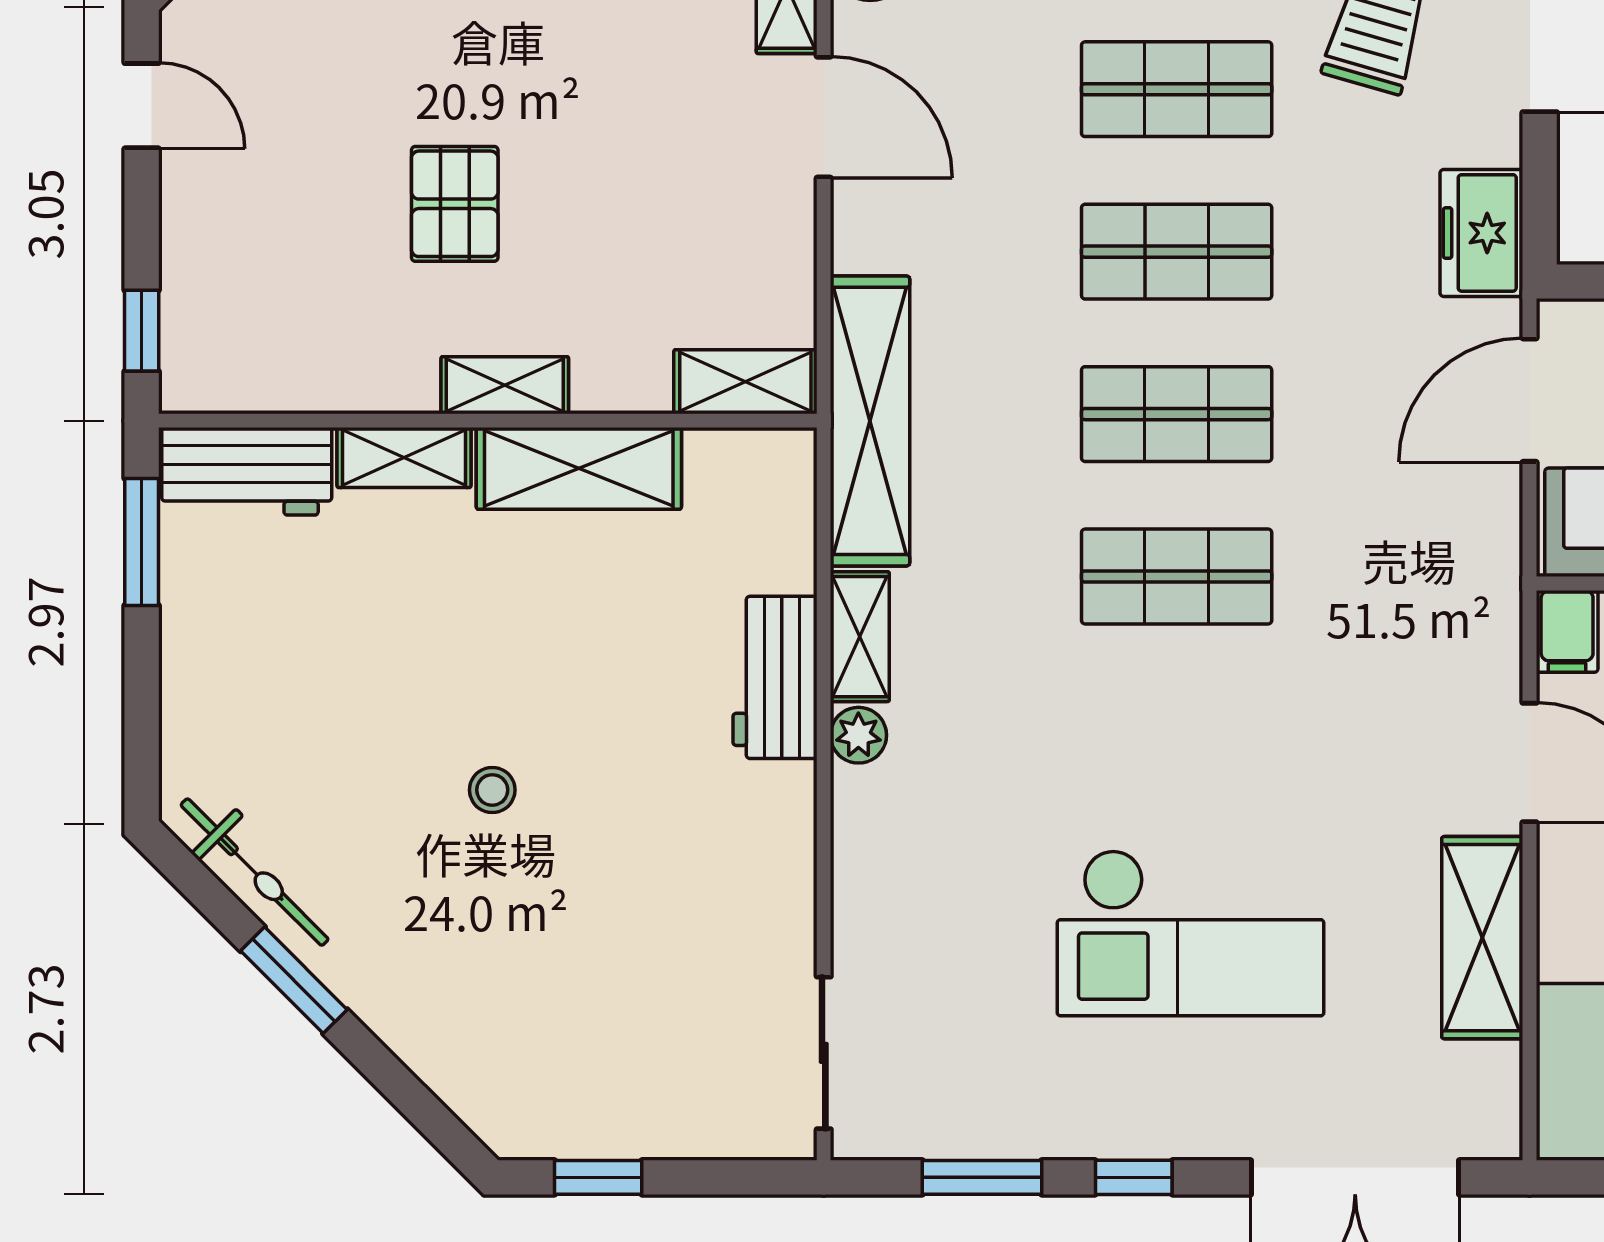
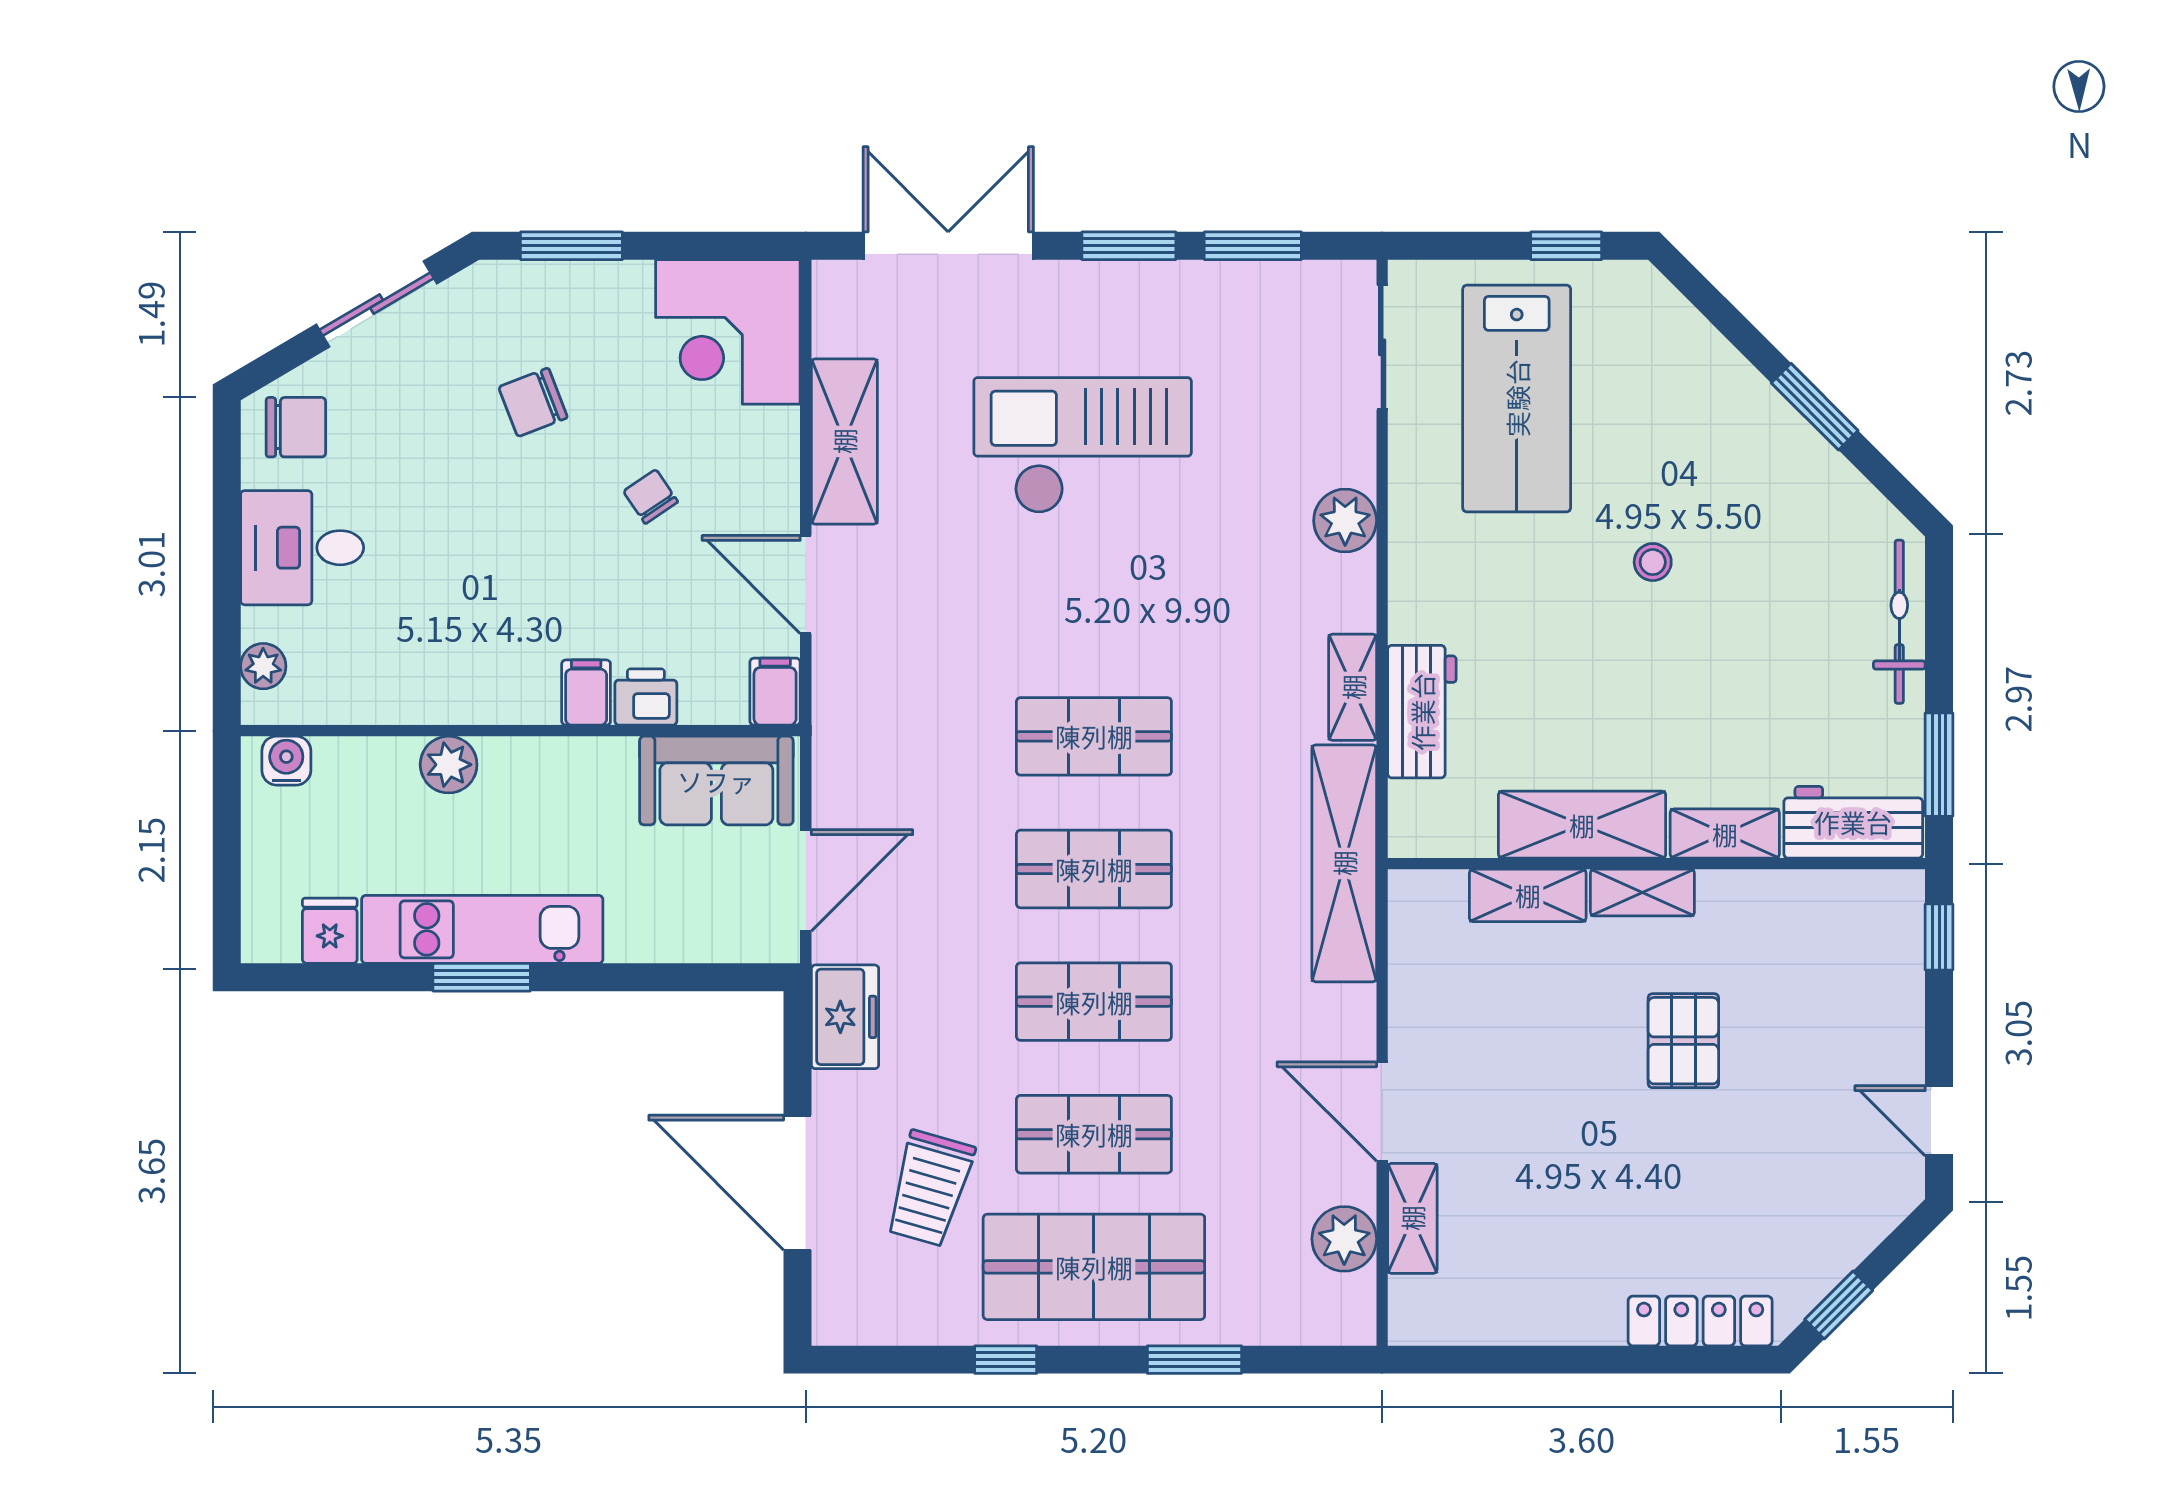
shelving: (745, 382) -> (1528, 895), moved
workbench: (775, 677) -> (1422, 712), moved
plant: (858, 735) -> (1345, 521), moved, width x1.38, depth x1.38
bicycle: (255, 872) -> (1899, 622), moved, turned 45
lab bench: (659, 990) -> (1517, 398), added
window: (1134, 1177) -> (1129, 246), width x1.50

